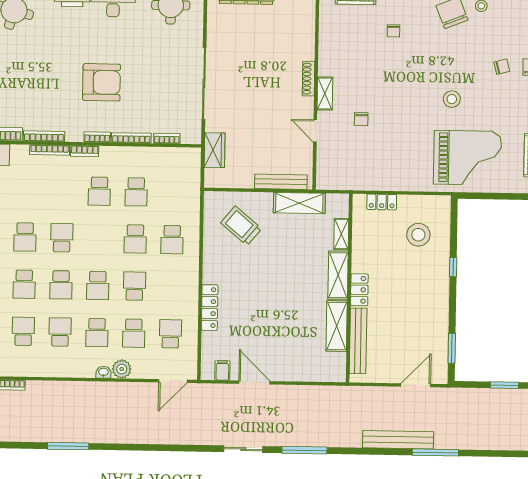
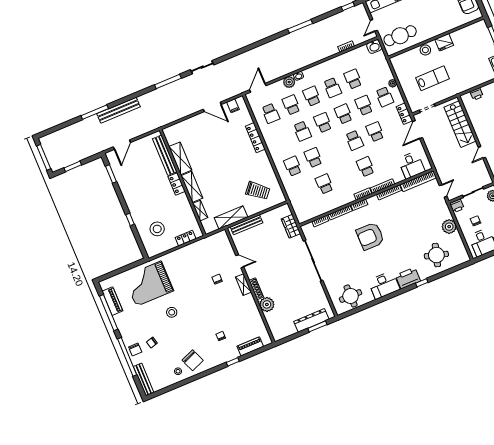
plant: (303, 48) -> (267, 304), added
school desk: (99, 191) -> (365, 167), moved
school desk: (23, 331) -> (353, 79), turned 180

